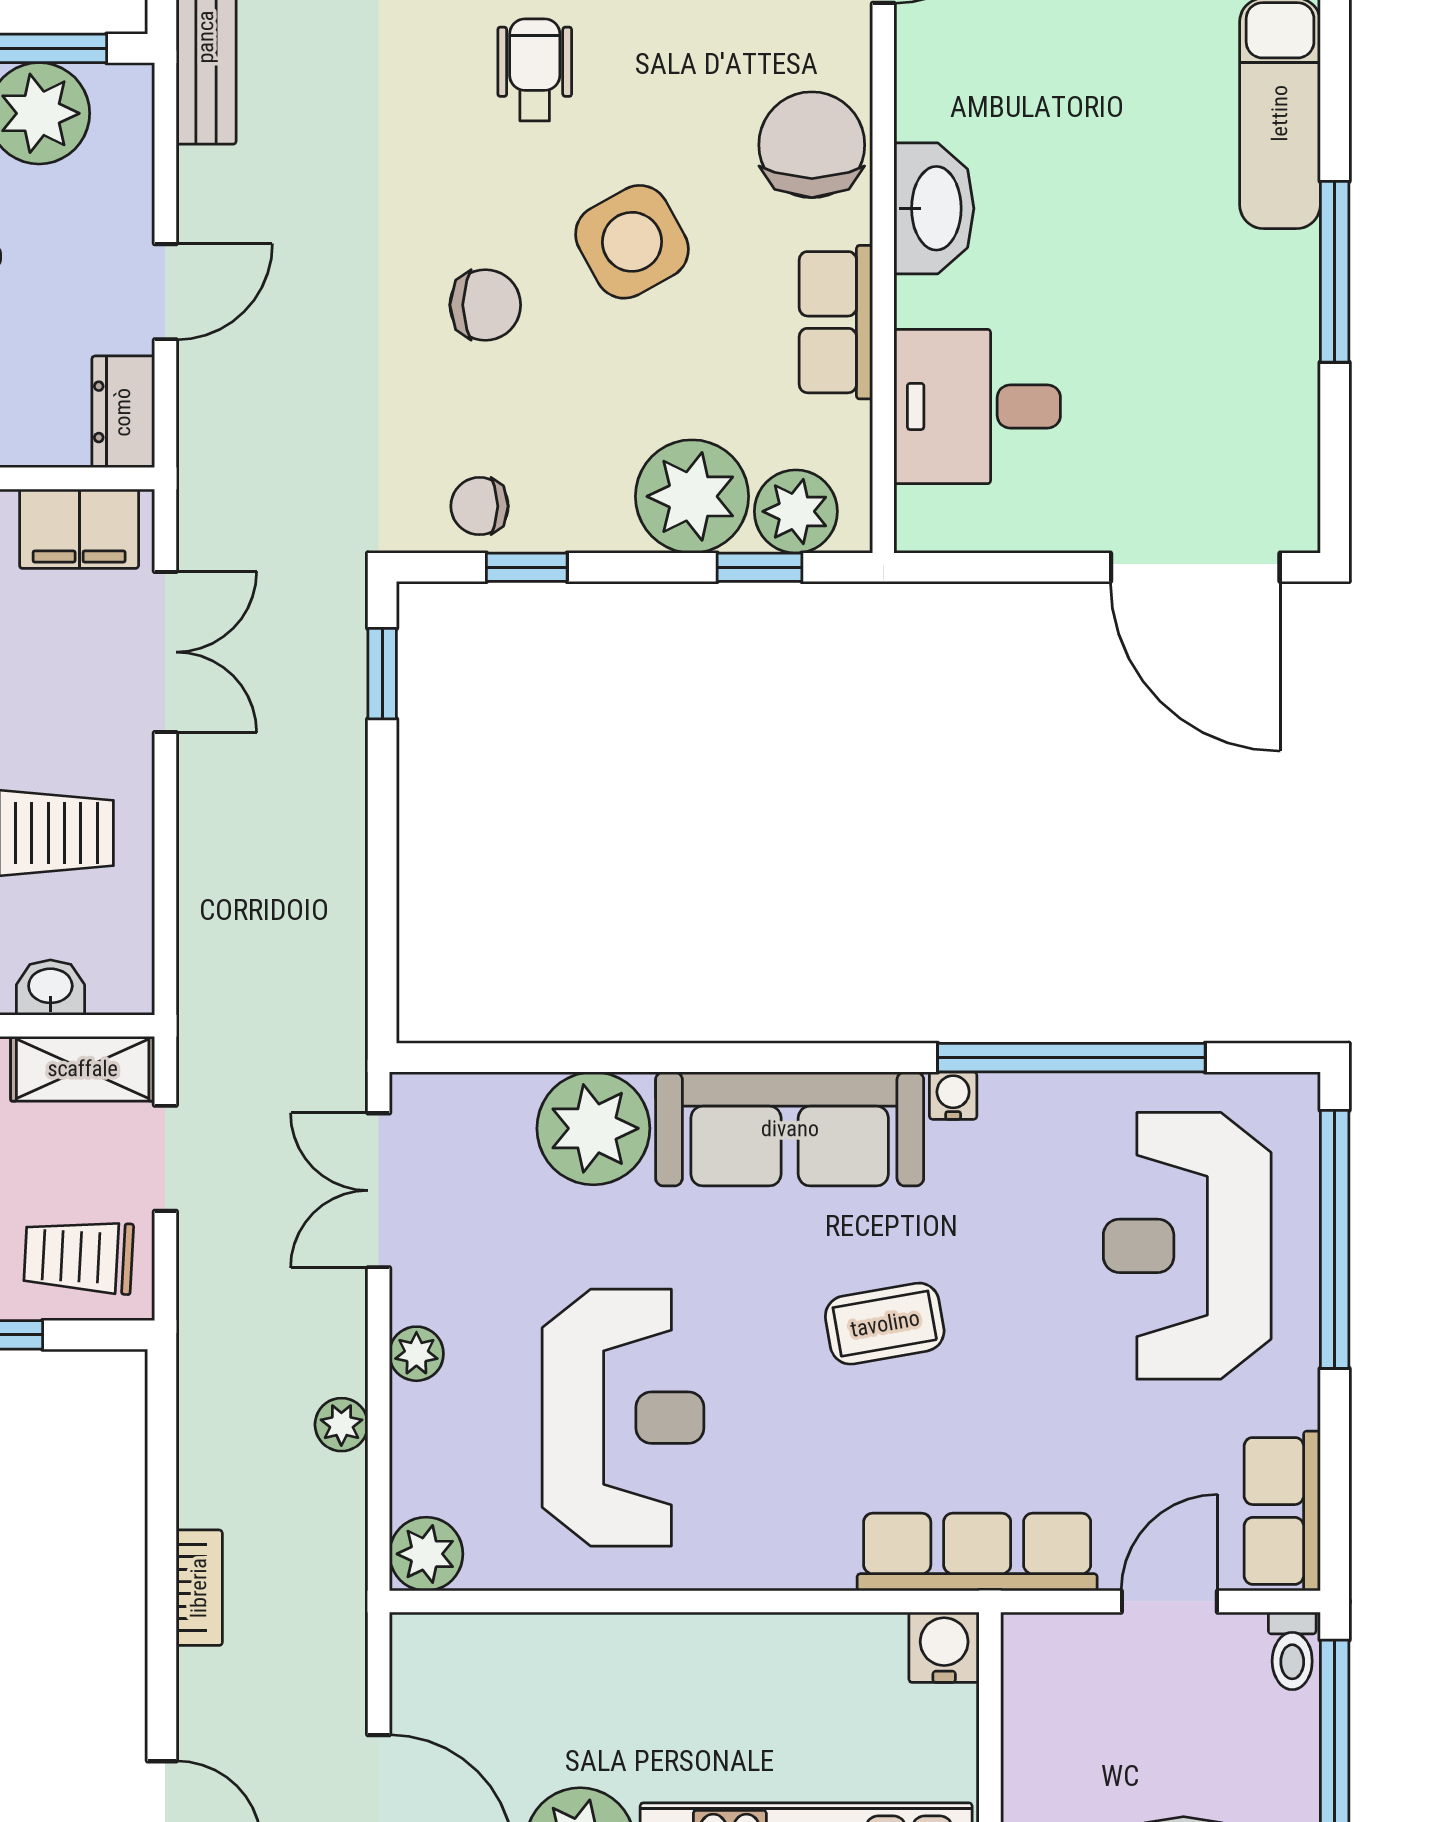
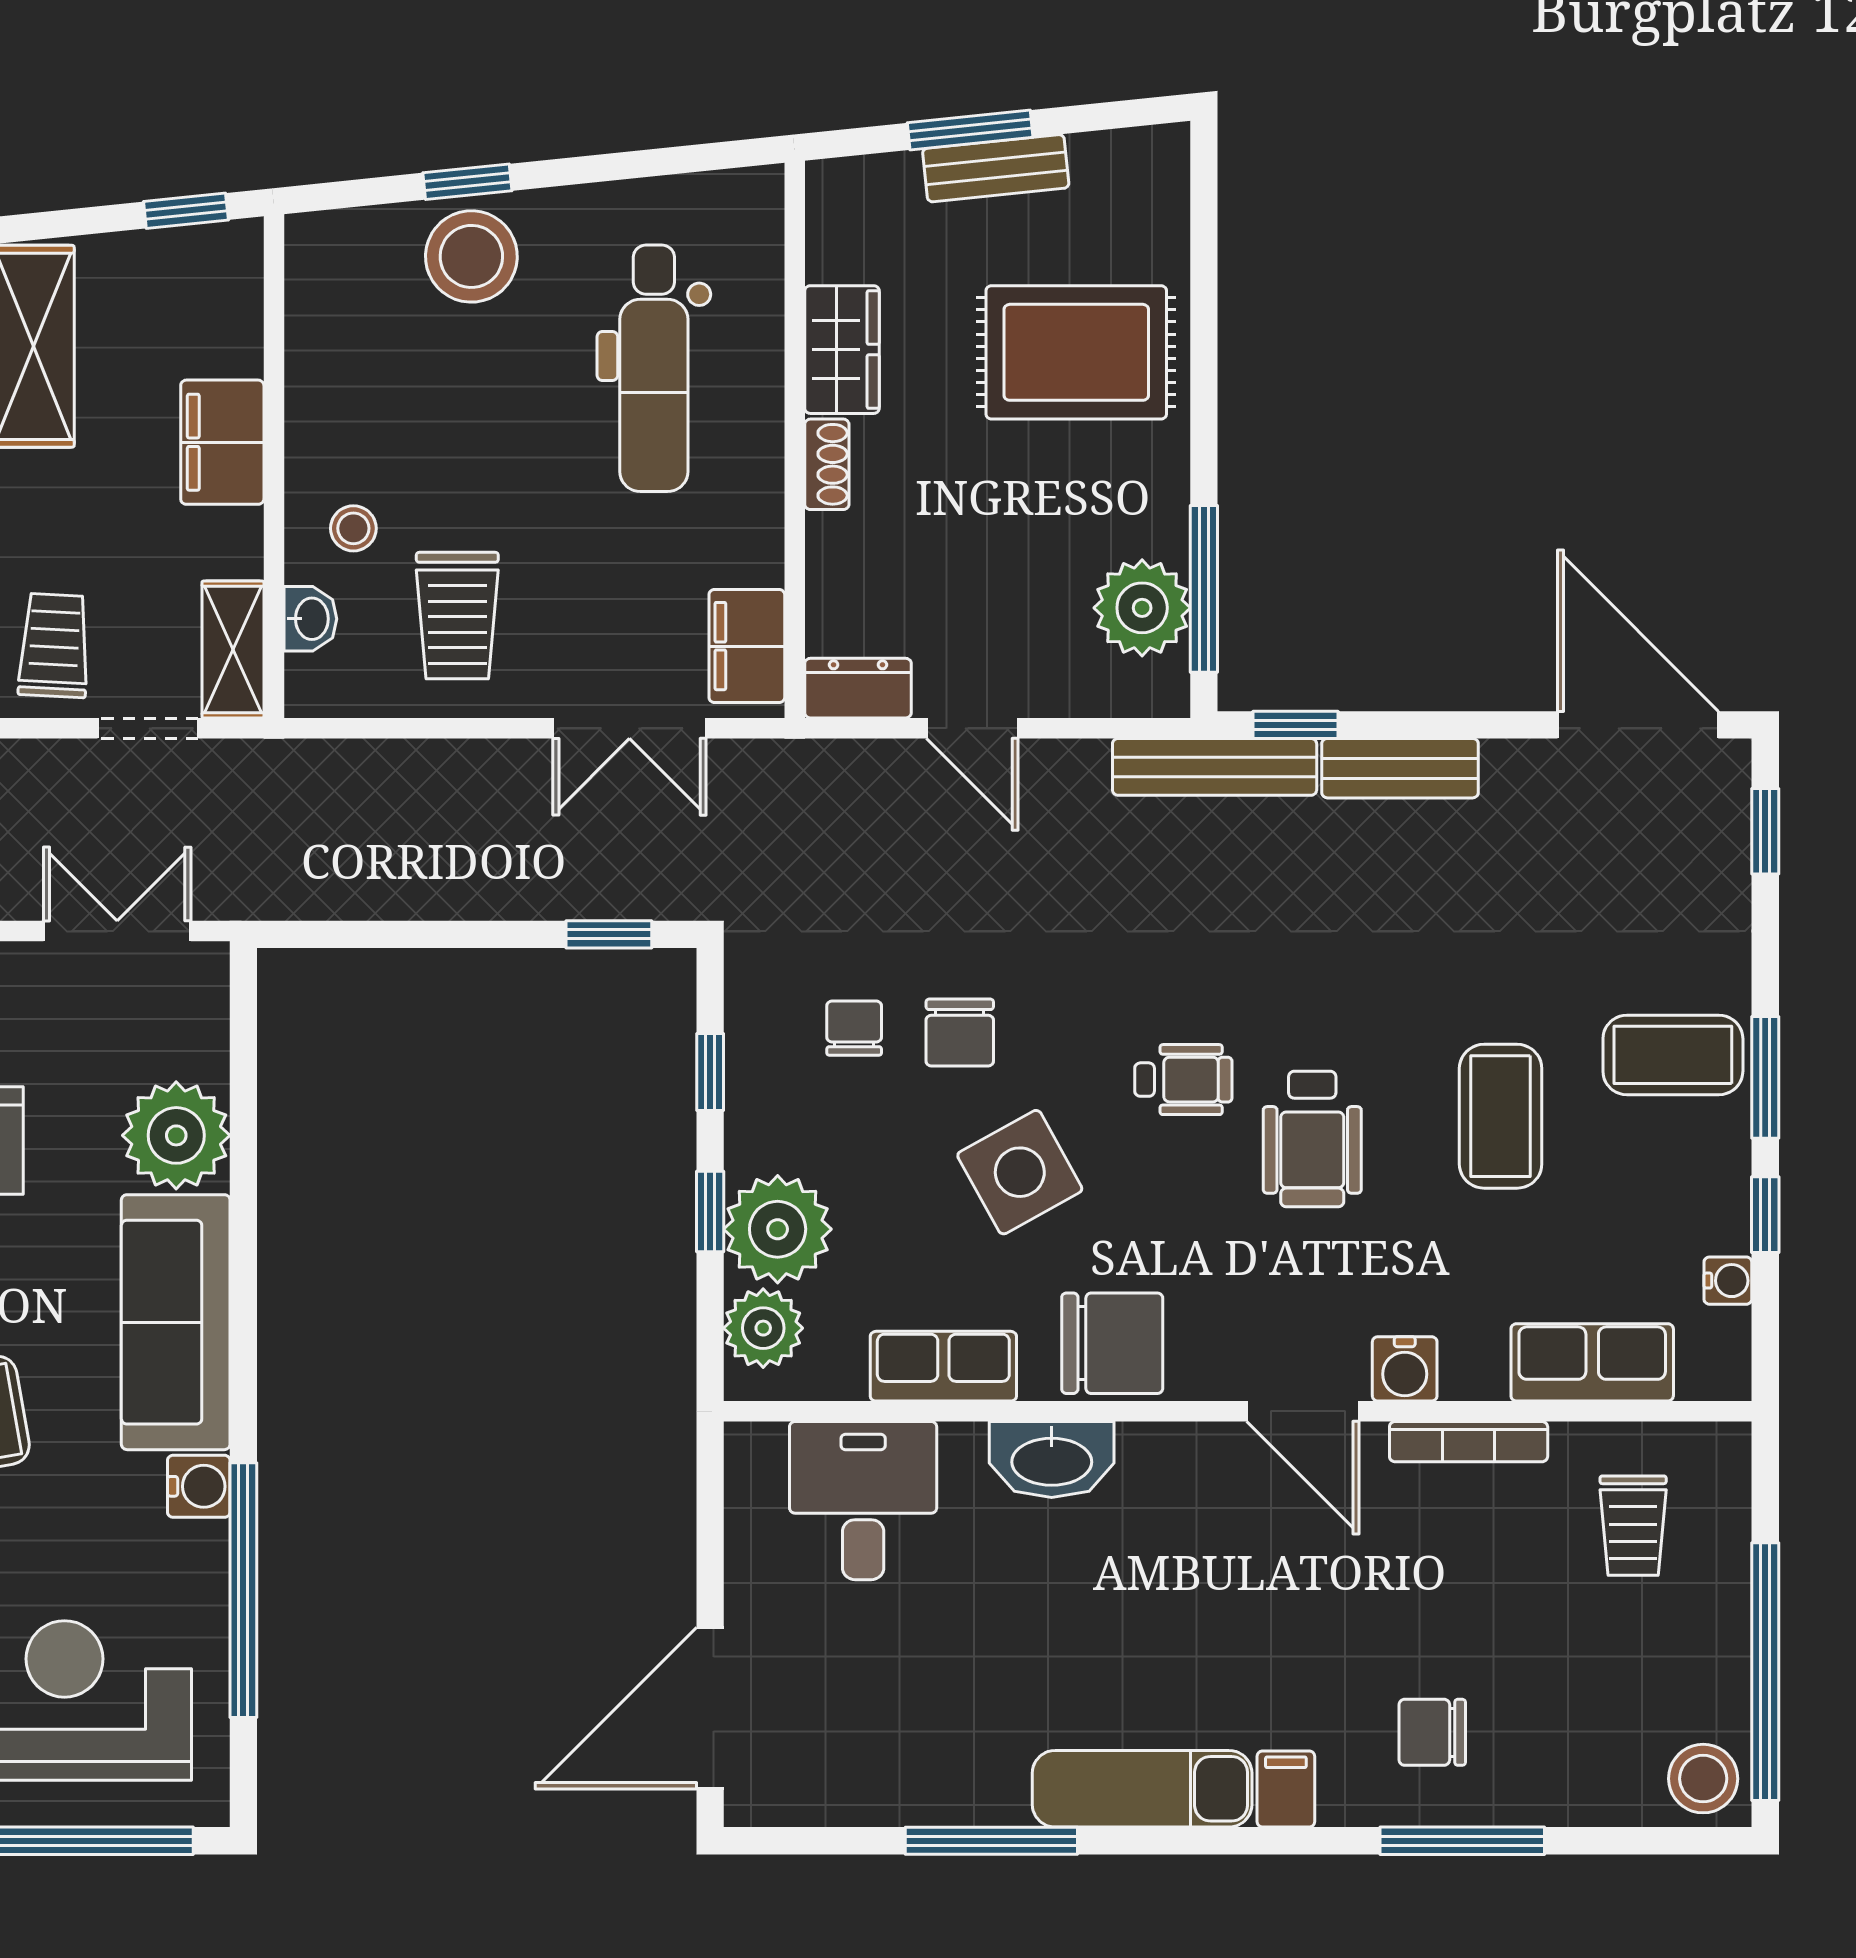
chair: (480, 506) -> (854, 1028), moved
window: (759, 567) -> (710, 1211), moved
water cooler: (953, 1096) -> (199, 1486), width x1.38, depth x1.38

